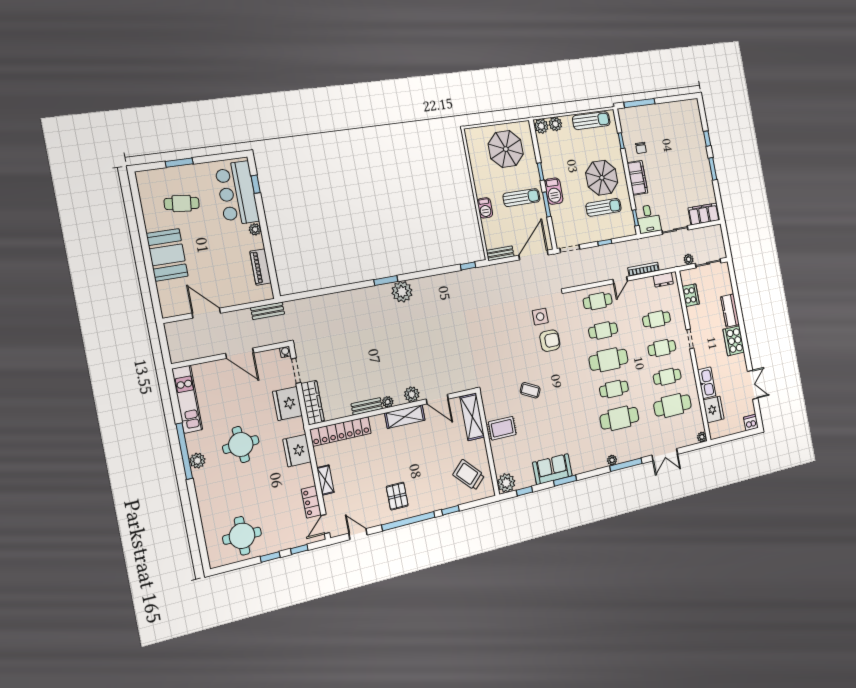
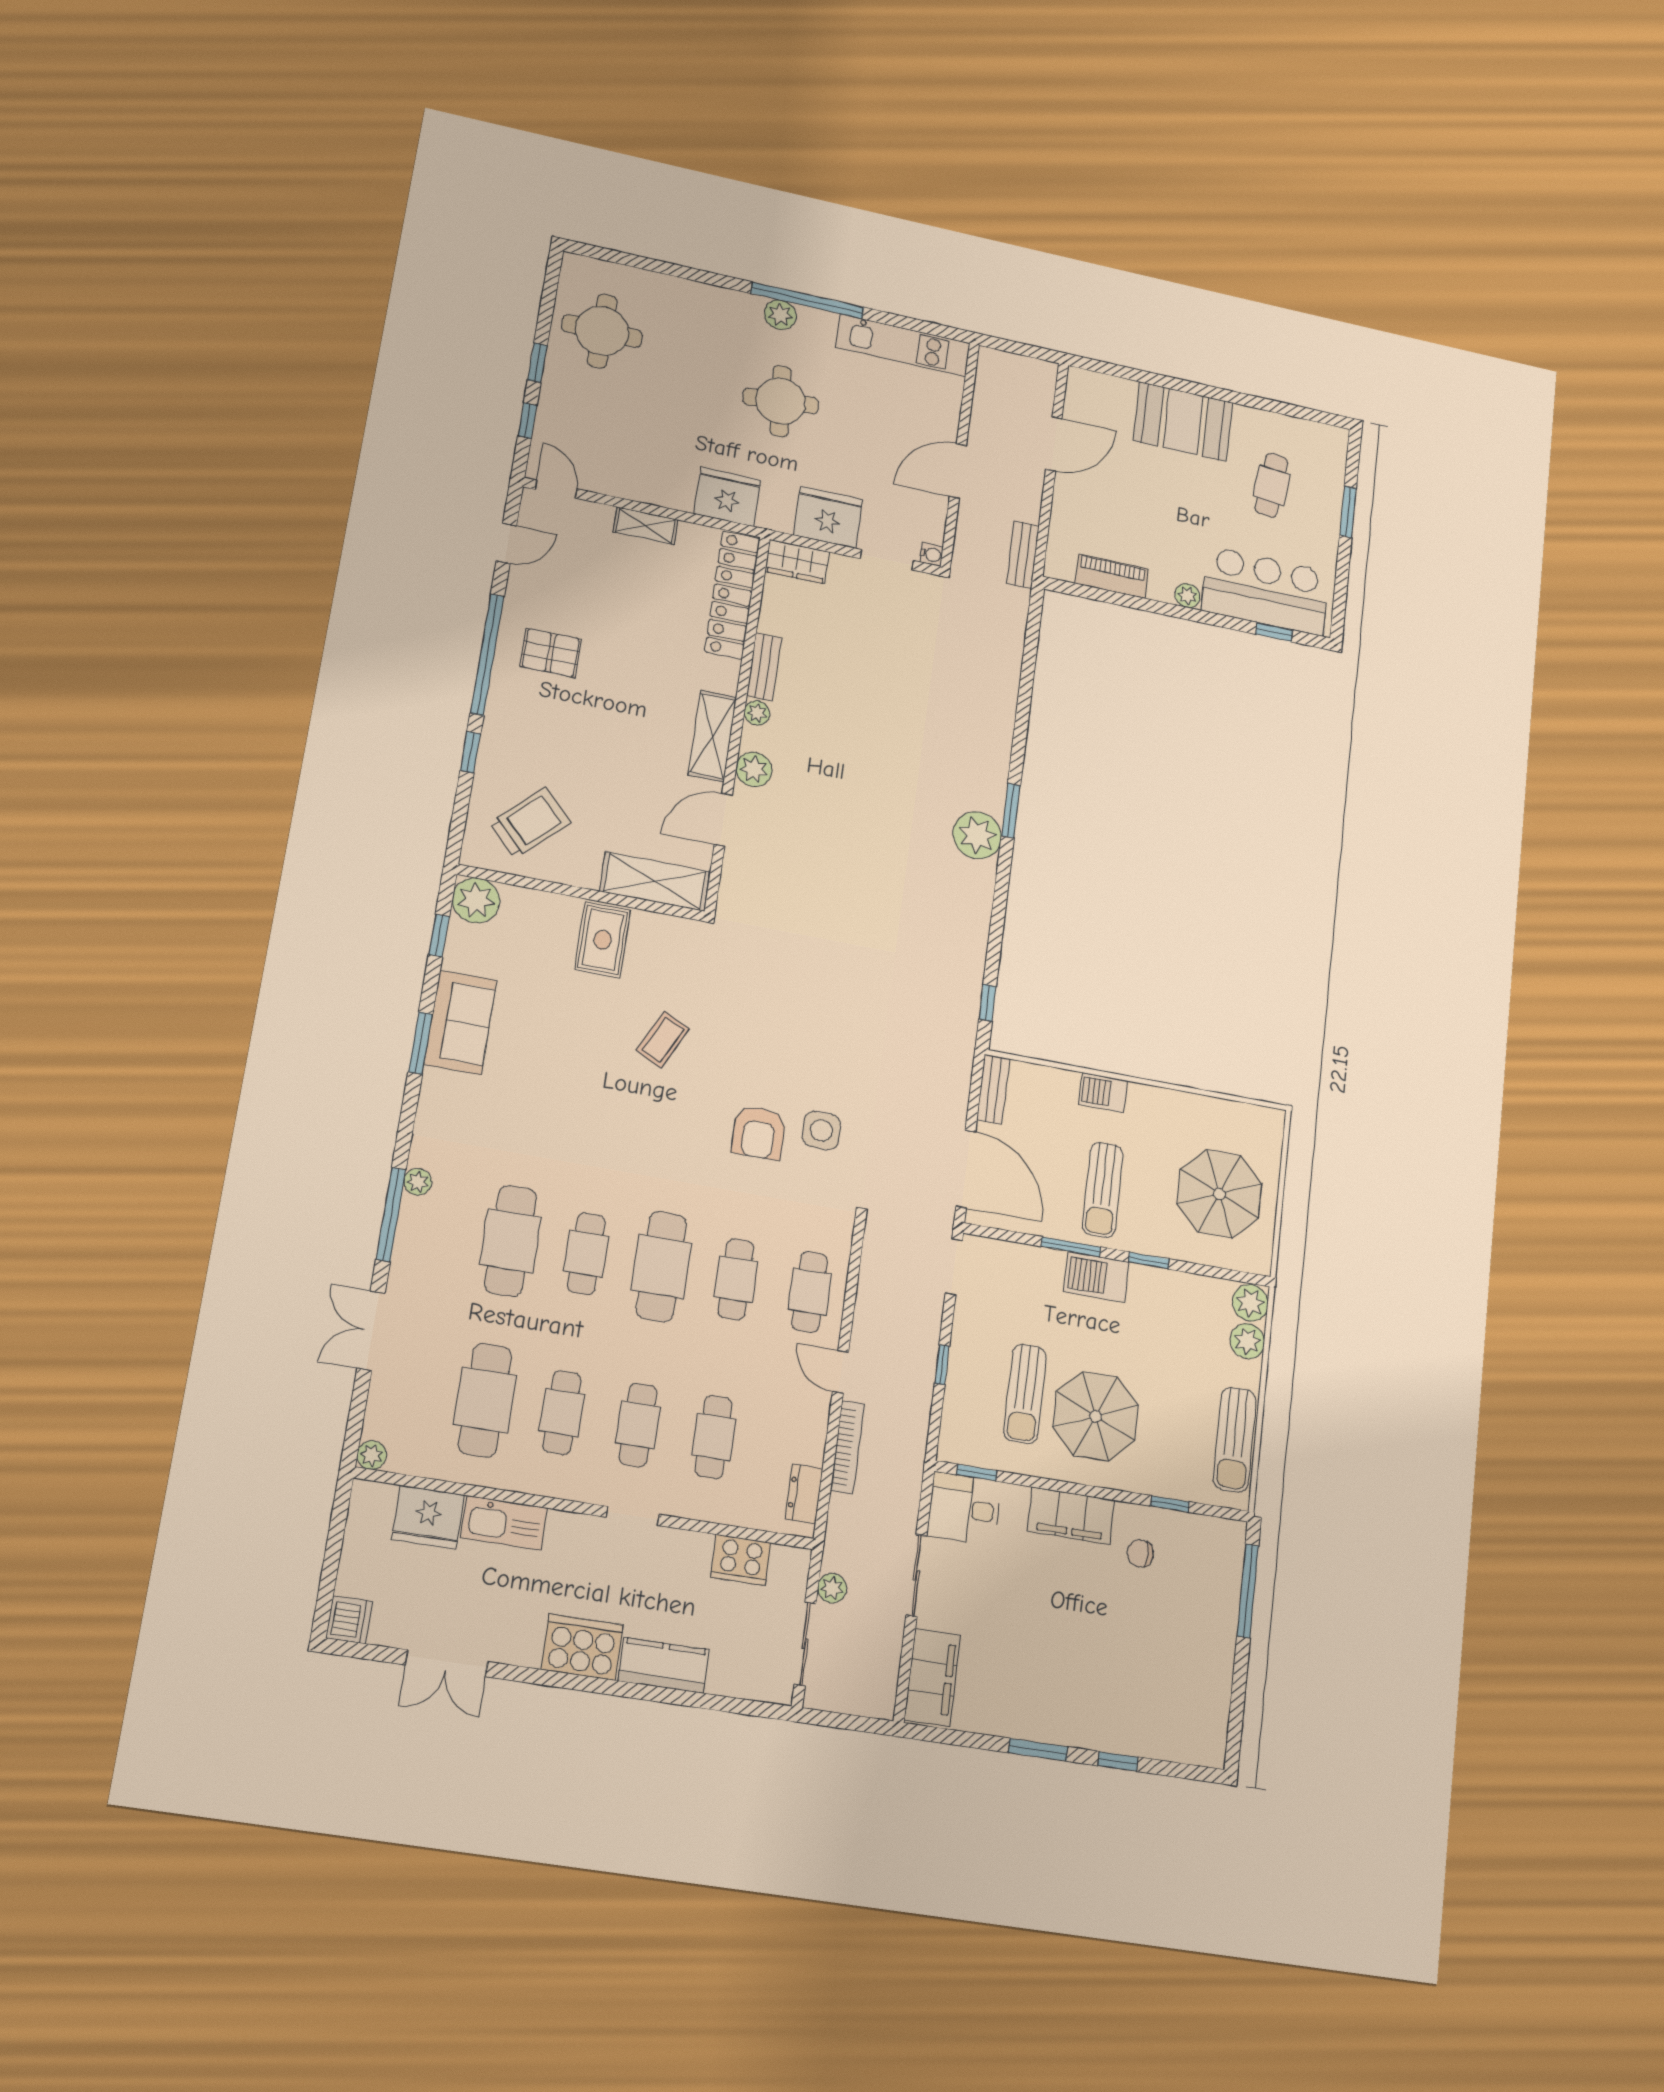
wardrobe: (313, 403) -> (797, 562), width x0.67
locker: (311, 502) -> (613, 481), removed

